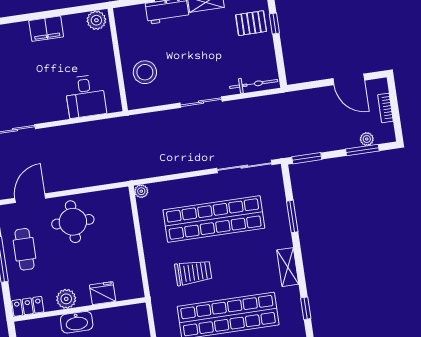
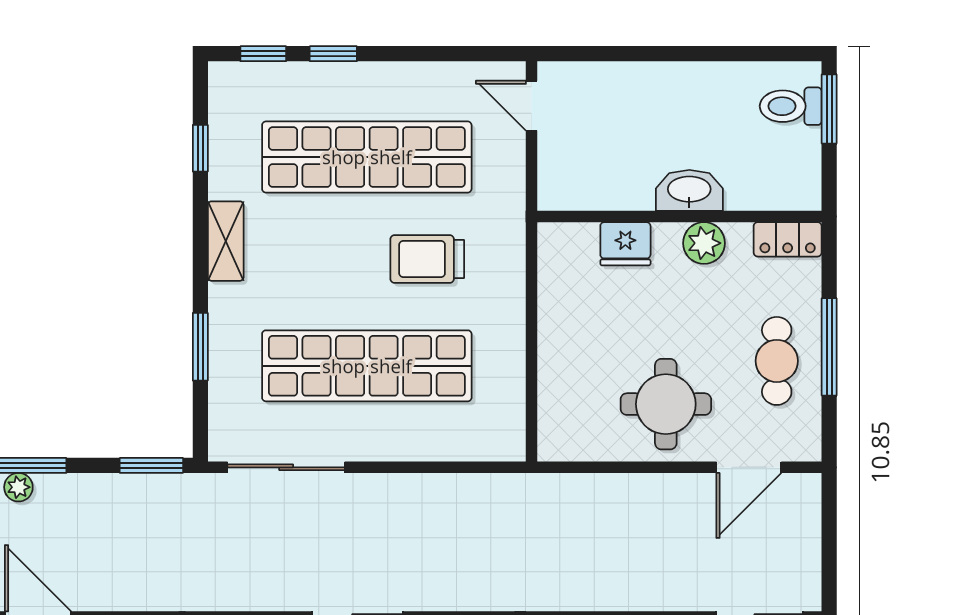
plant: (141, 191) -> (512, 447), removed

